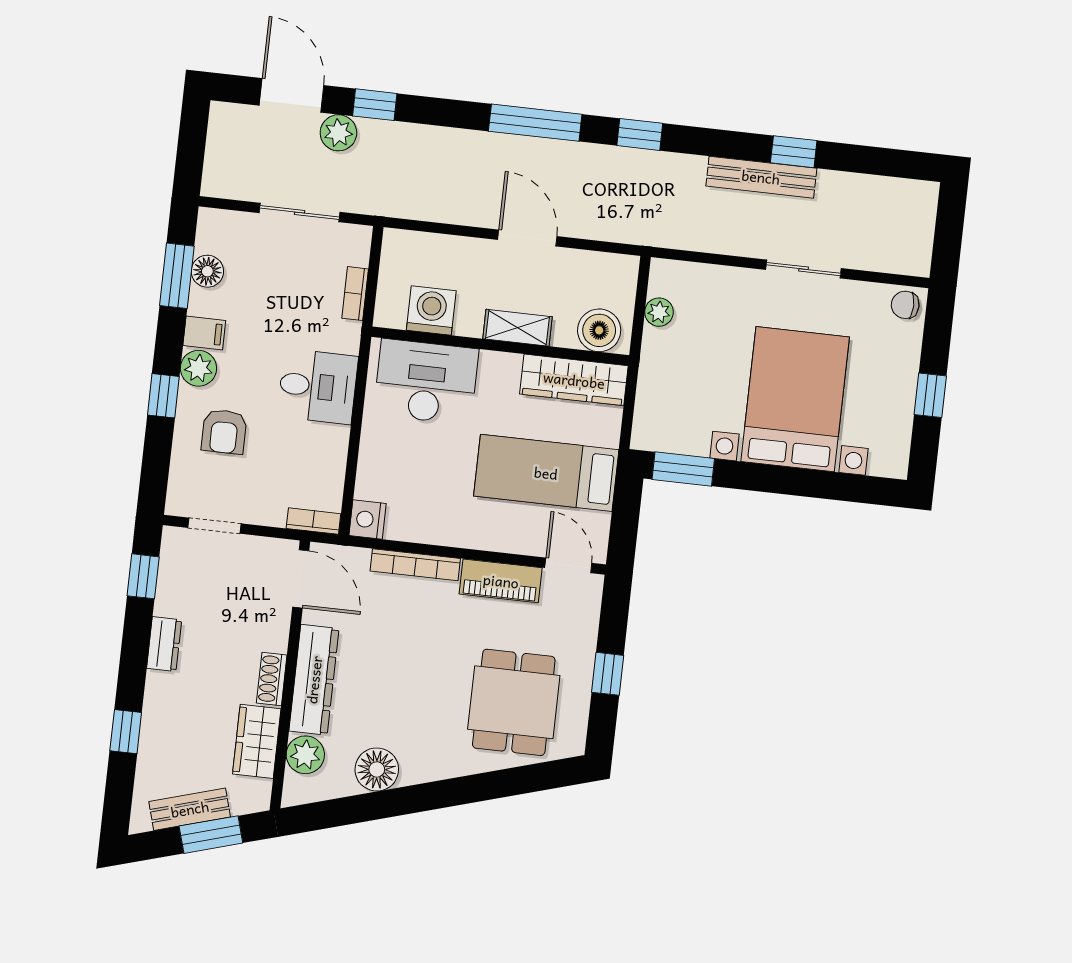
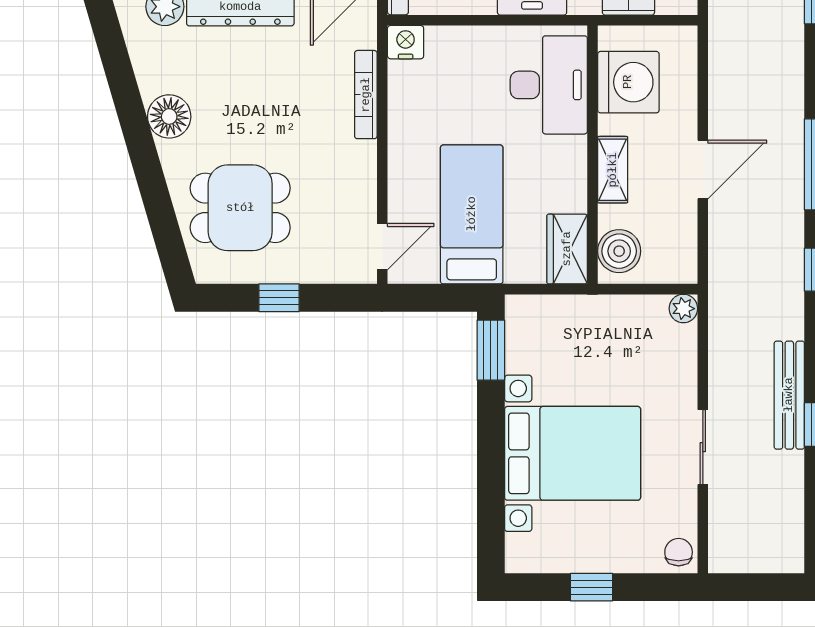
washing machine: (431, 311) -> (628, 82), width x1.37, depth x1.37
plant: (659, 312) -> (683, 309), moved
wardrobe: (574, 380) -> (567, 249), width x0.67
piano: (501, 581) -> (359, 181), removed
floor lamp: (377, 769) -> (169, 116), moved

